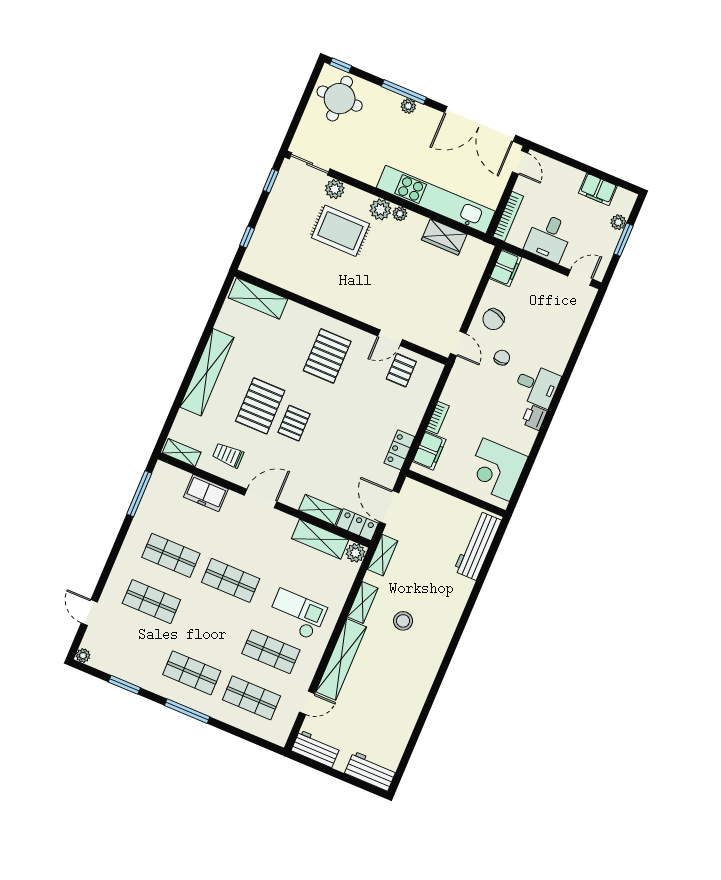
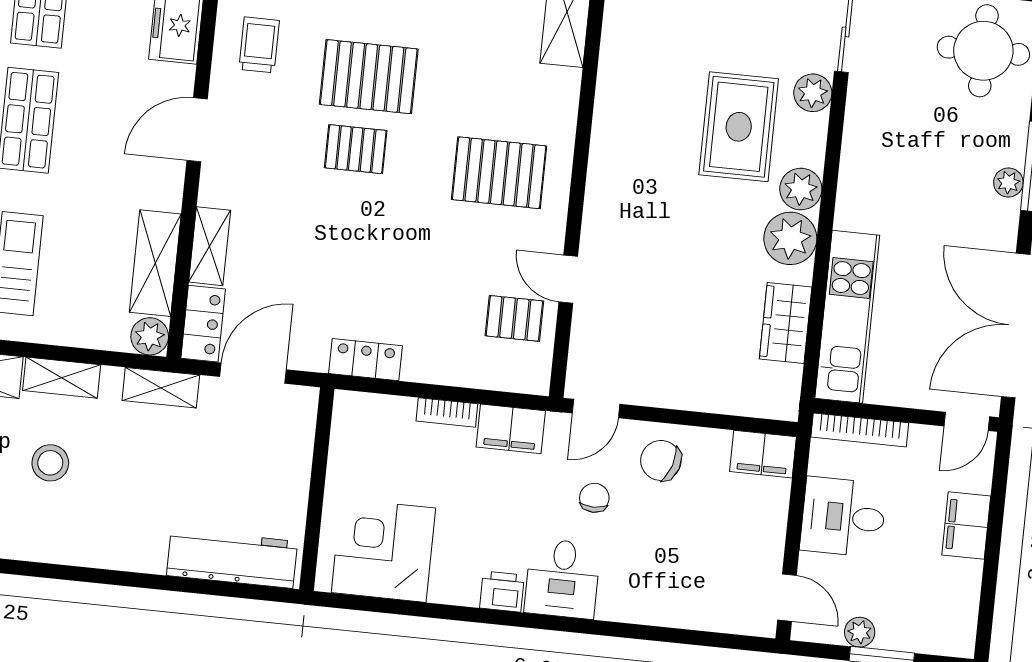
filing cabinet: (598, 189) -> (966, 526), moved
kitchen unit: (436, 200) -> (847, 317), width x0.73
plant: (400, 214) -> (790, 238), width x1.87, depth x1.87
plant: (618, 222) -> (860, 632), moved
chair: (502, 358) -> (594, 498), turned -89
filing cabinet: (429, 451) -> (511, 429), moved
door: (261, 498) -> (197, 130), swing flipped

